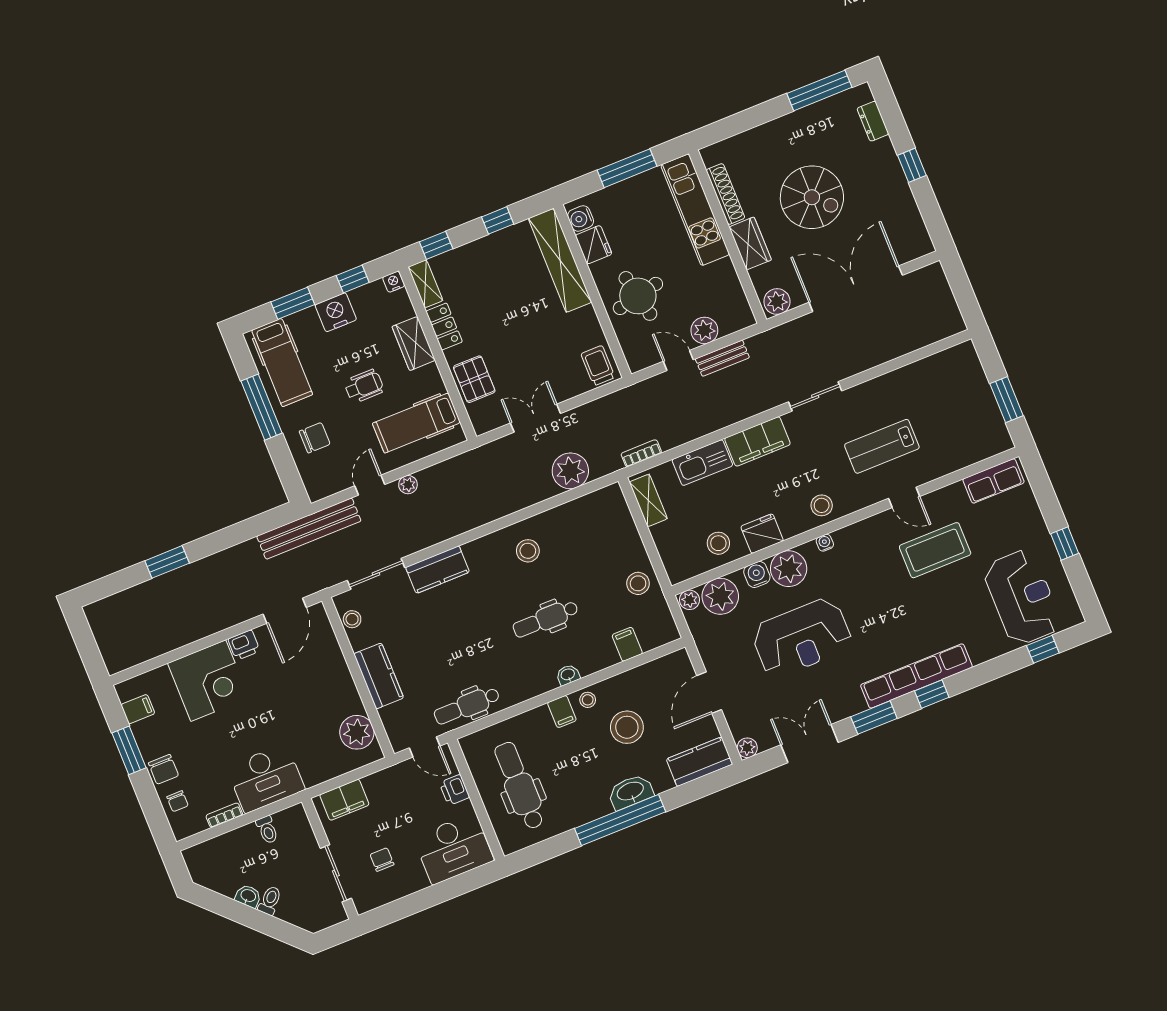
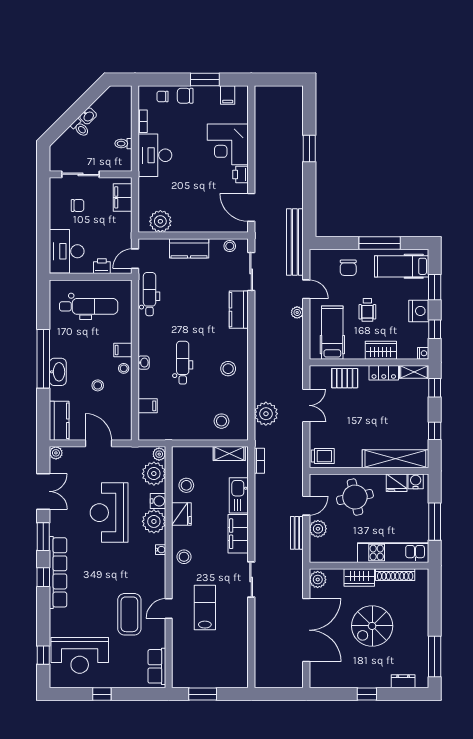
stool: (638, 583) -> (221, 421), moved
stool: (627, 727) -> (98, 385), width x0.53, depth x0.53

